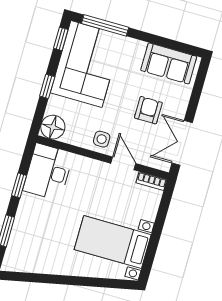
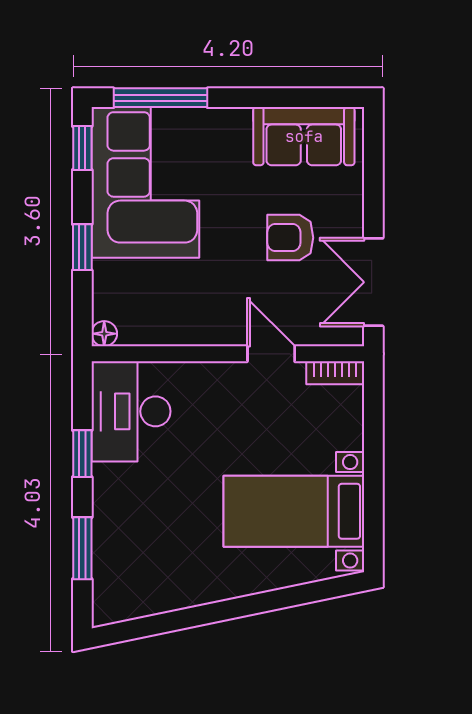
armchair: (148, 110) -> (290, 238), turned -90
floor lamp: (53, 127) -> (104, 334), width x0.53, depth x0.53
side table: (102, 139) -> (216, 319), removed

